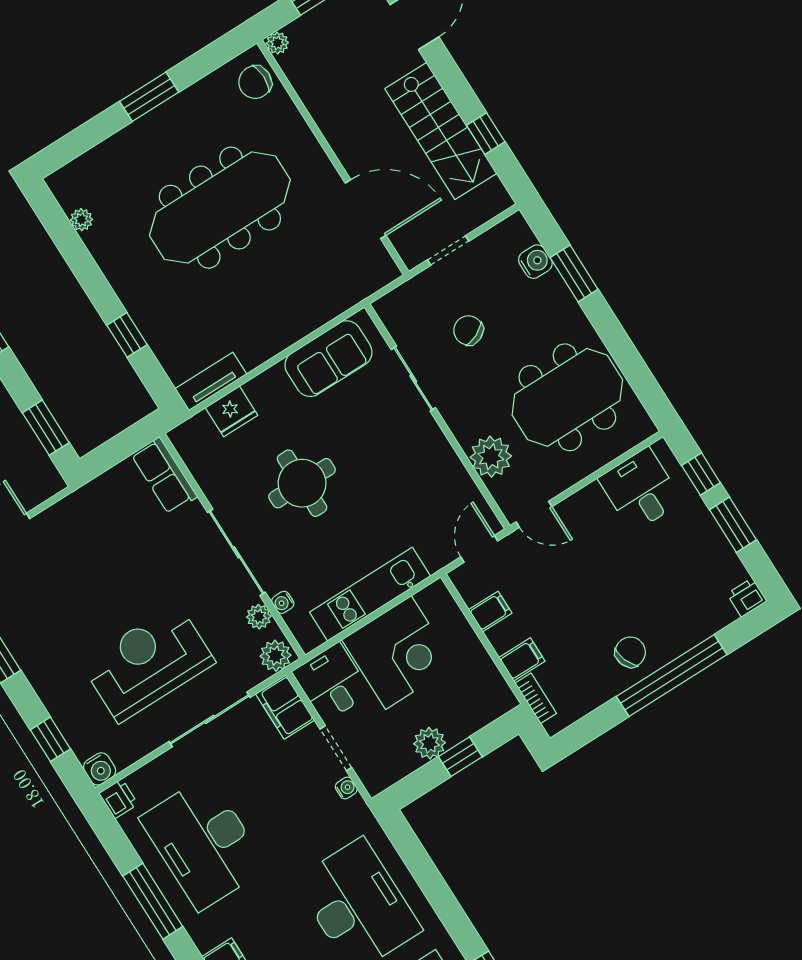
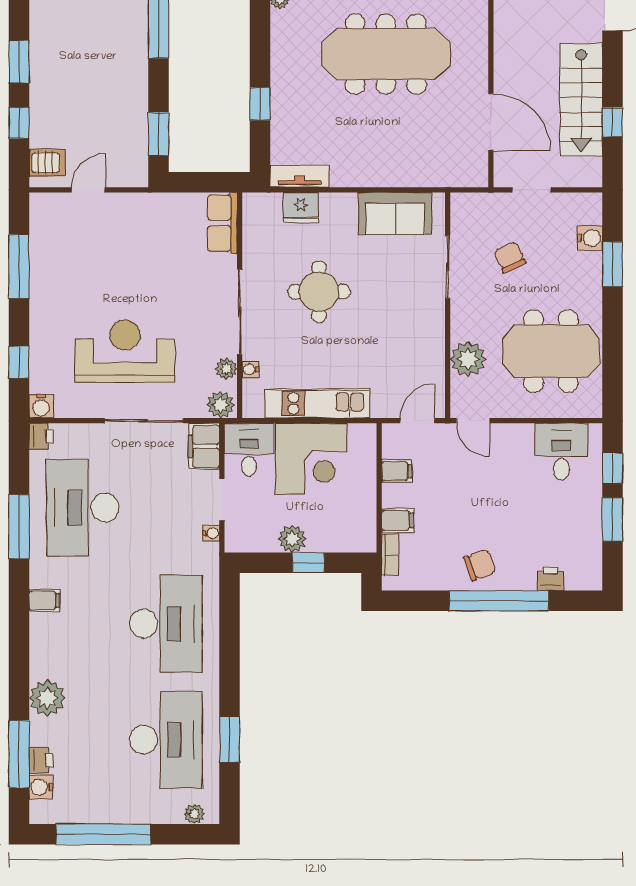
printer: (747, 598) -> (551, 579), moved

